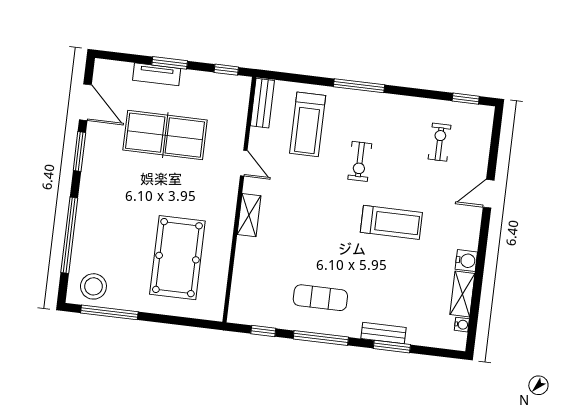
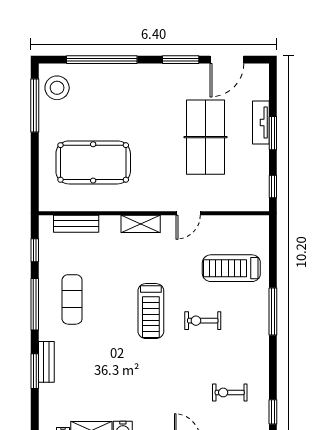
bench: (262, 103) -> (76, 224), moved
exercise bike: (440, 142) -> (230, 392), turned 180
treadmill: (391, 222) -> (151, 311), moved

